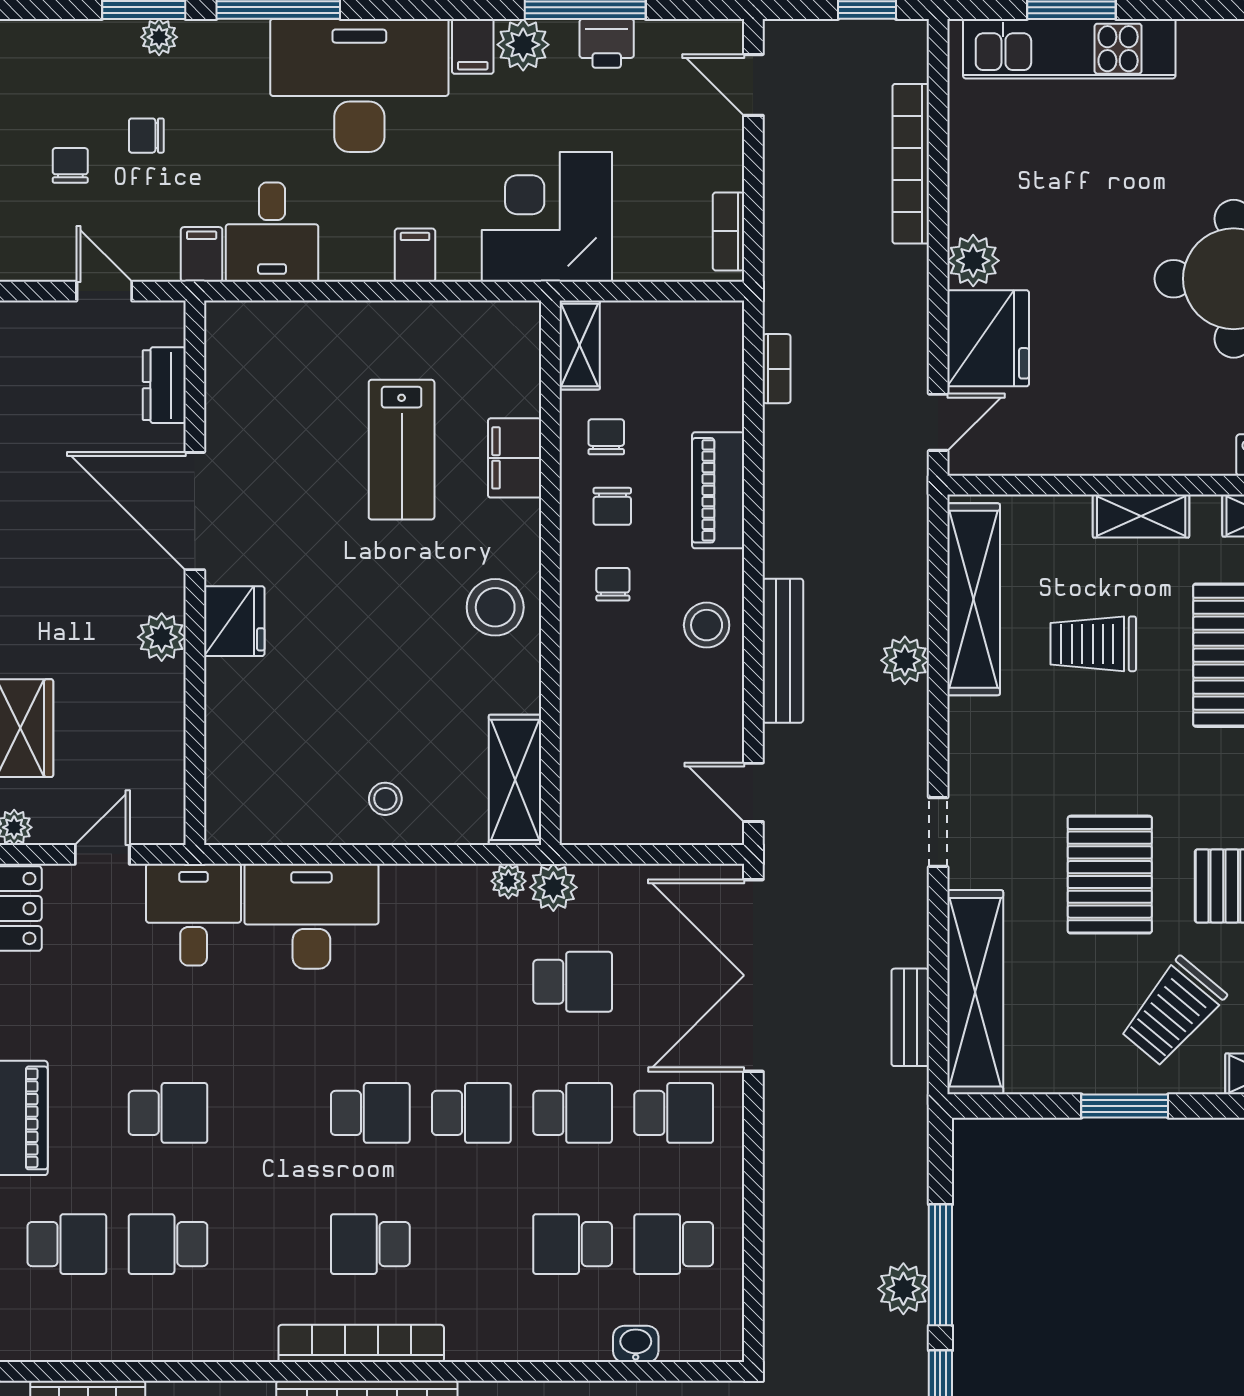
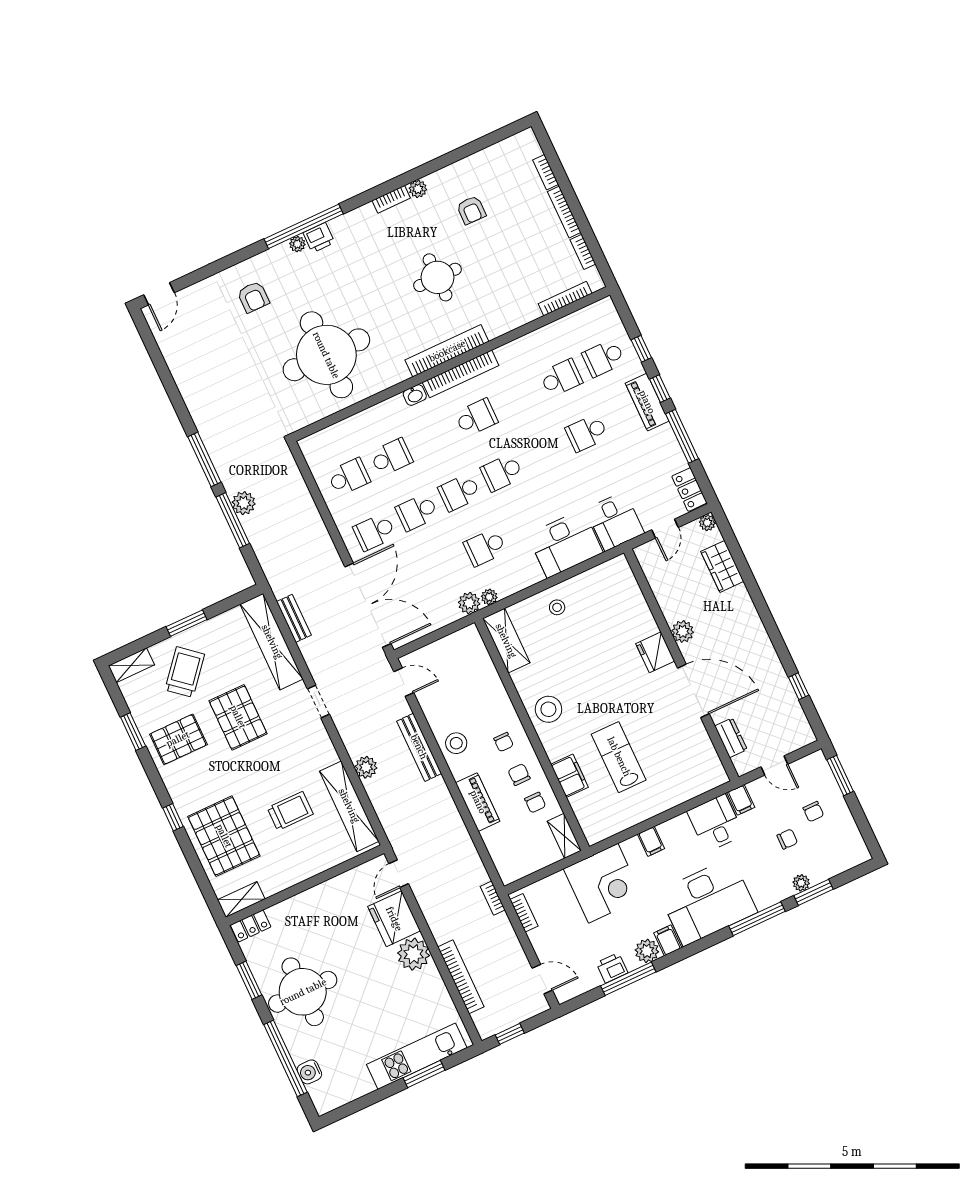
plant: (973, 261) -> (414, 954), width x1.36, depth x1.36
bookcase: (777, 369) -> (493, 898), moved
shelving: (1141, 516) -> (295, 874), removed
school desk: (573, 982) -> (485, 547), moved
washbasin: (636, 1344) -> (415, 395), moved

